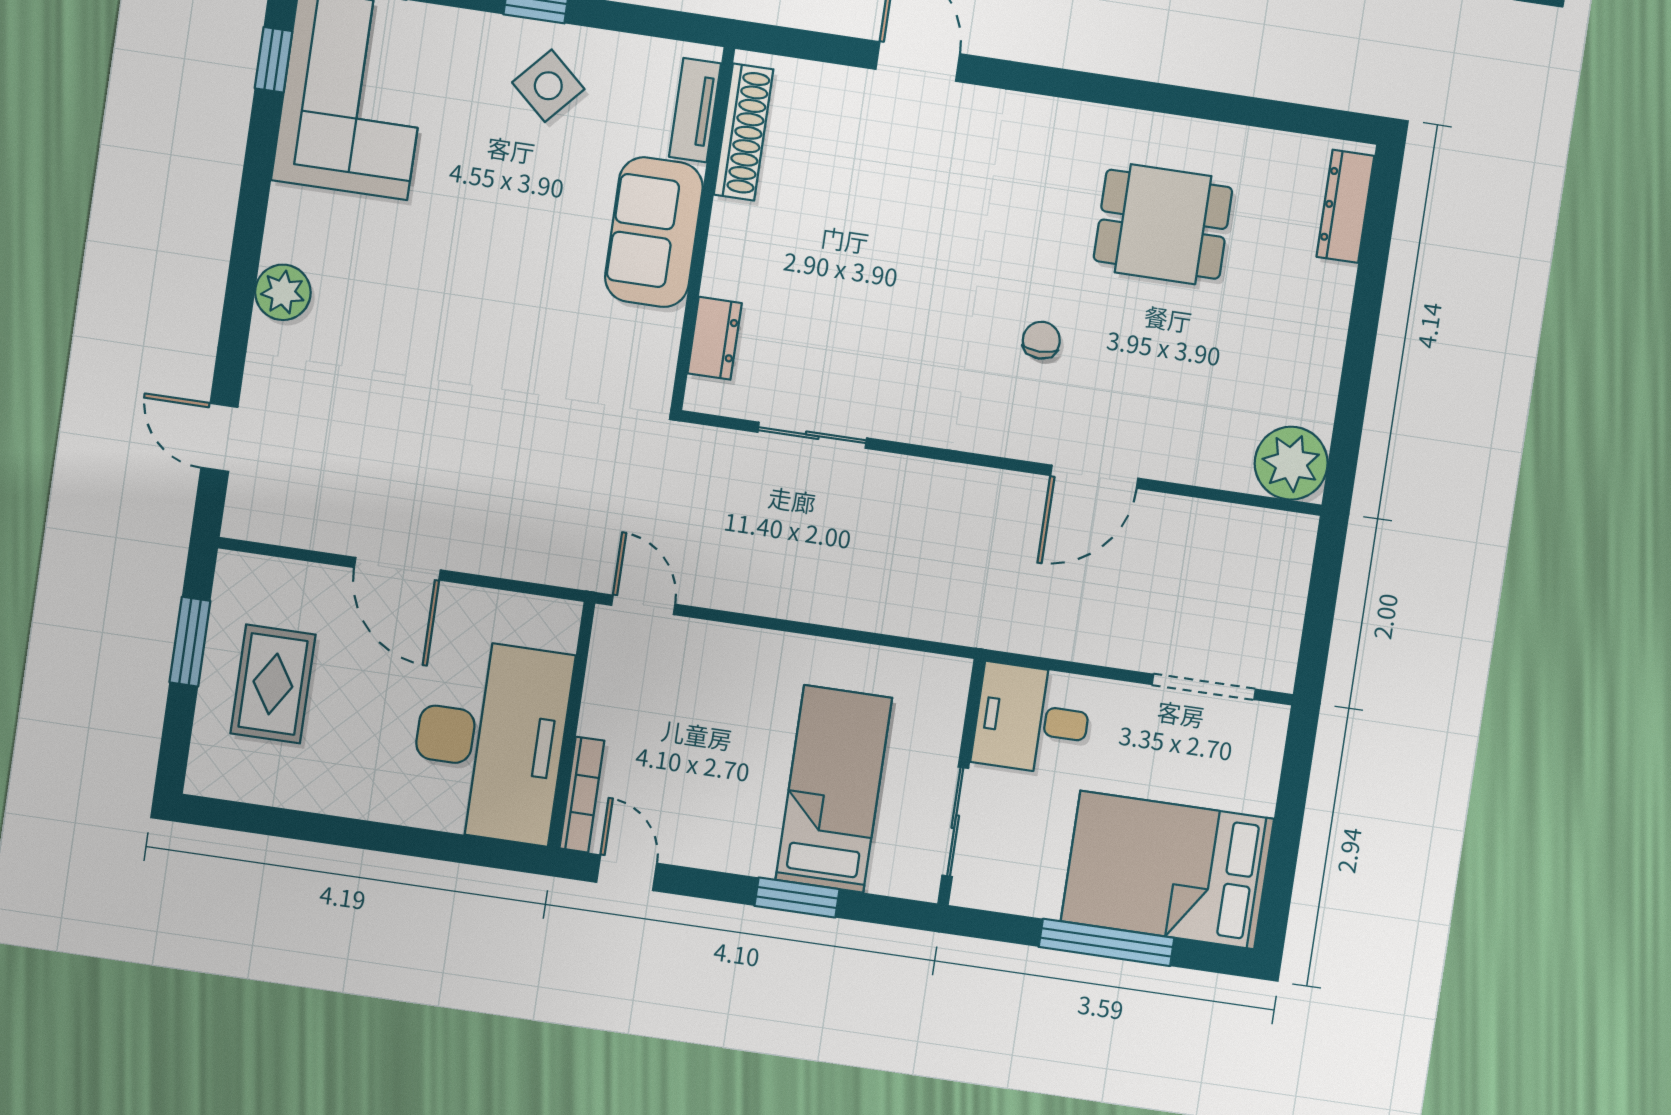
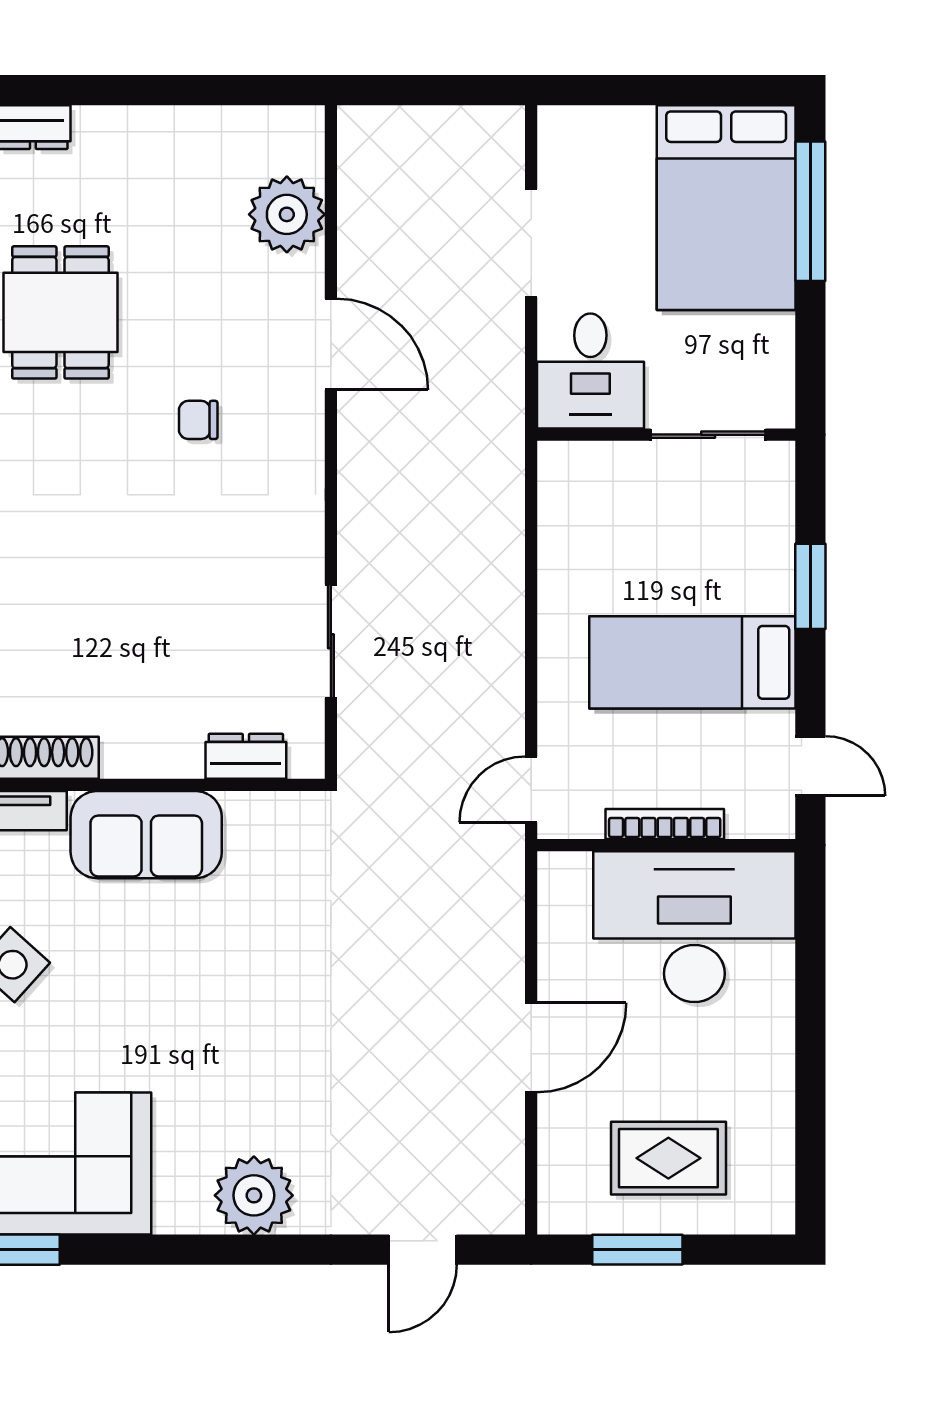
plant: (283, 292) -> (254, 1195), width x1.36, depth x1.36
plant: (1291, 463) -> (287, 214), moved
doorway: (1204, 687) -> (531, 243), moved
bed: (834, 789) -> (692, 662), moved
bookcase: (582, 795) -> (665, 824), moved
door: (627, 873) -> (810, 766), swing flipped
window: (1107, 942) -> (810, 211), moved

